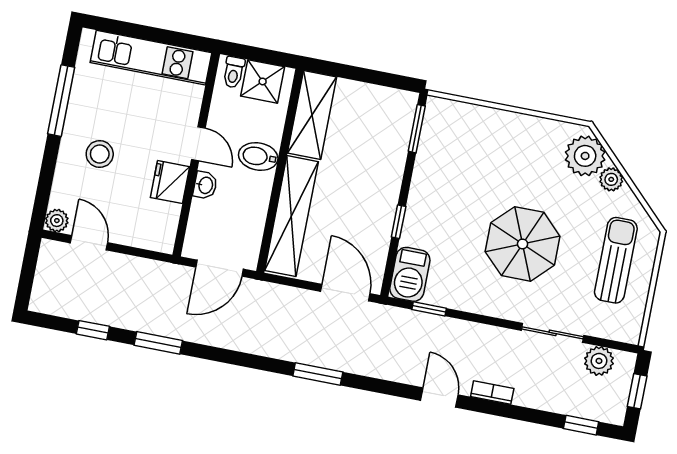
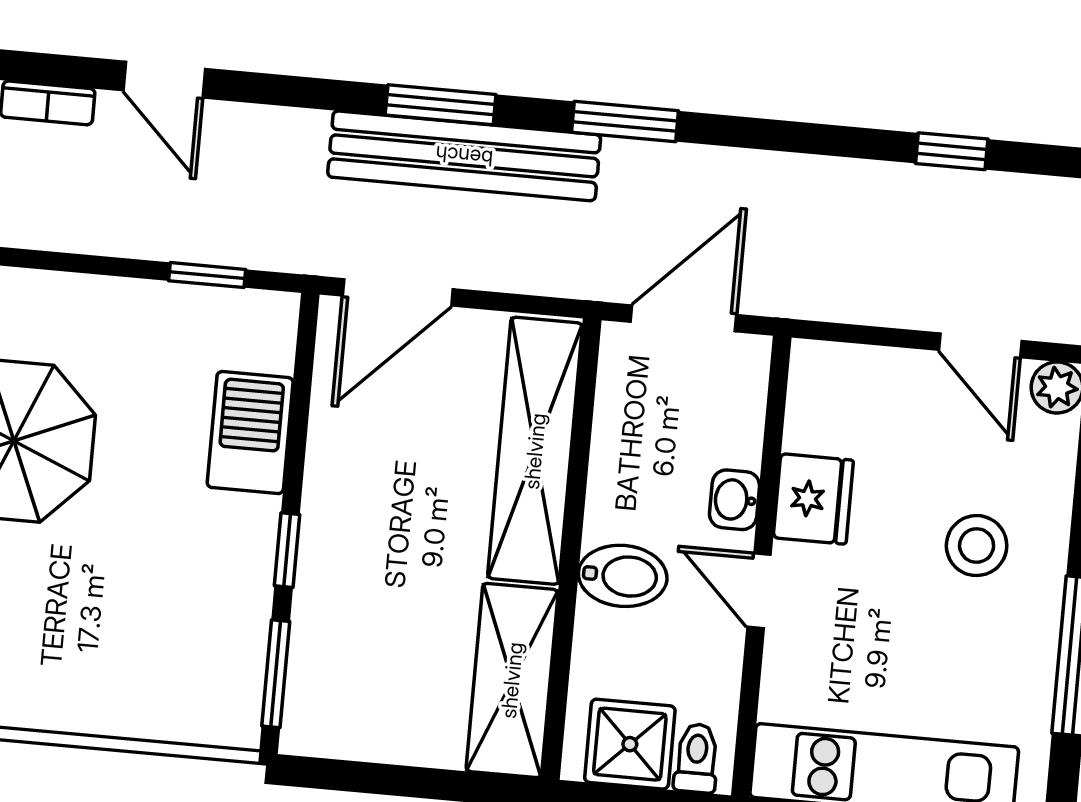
window: (399, 222) -> (287, 550), moved
barbecue: (410, 274) -> (250, 433), moved
door: (345, 293) -> (398, 292), hinge flipped
window: (158, 343) -> (625, 122), moved
bench: (310, 350) -> (464, 156), added

